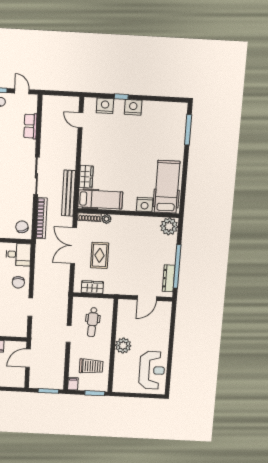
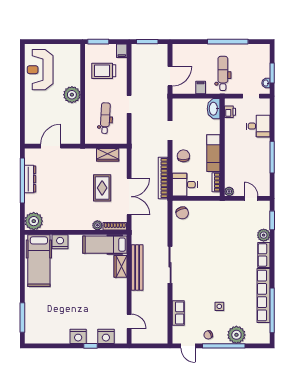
bench: (68, 193) -> (137, 268), moved
bookcase: (41, 218) -> (163, 178), moved
dresser: (169, 278) -> (30, 179), moved

